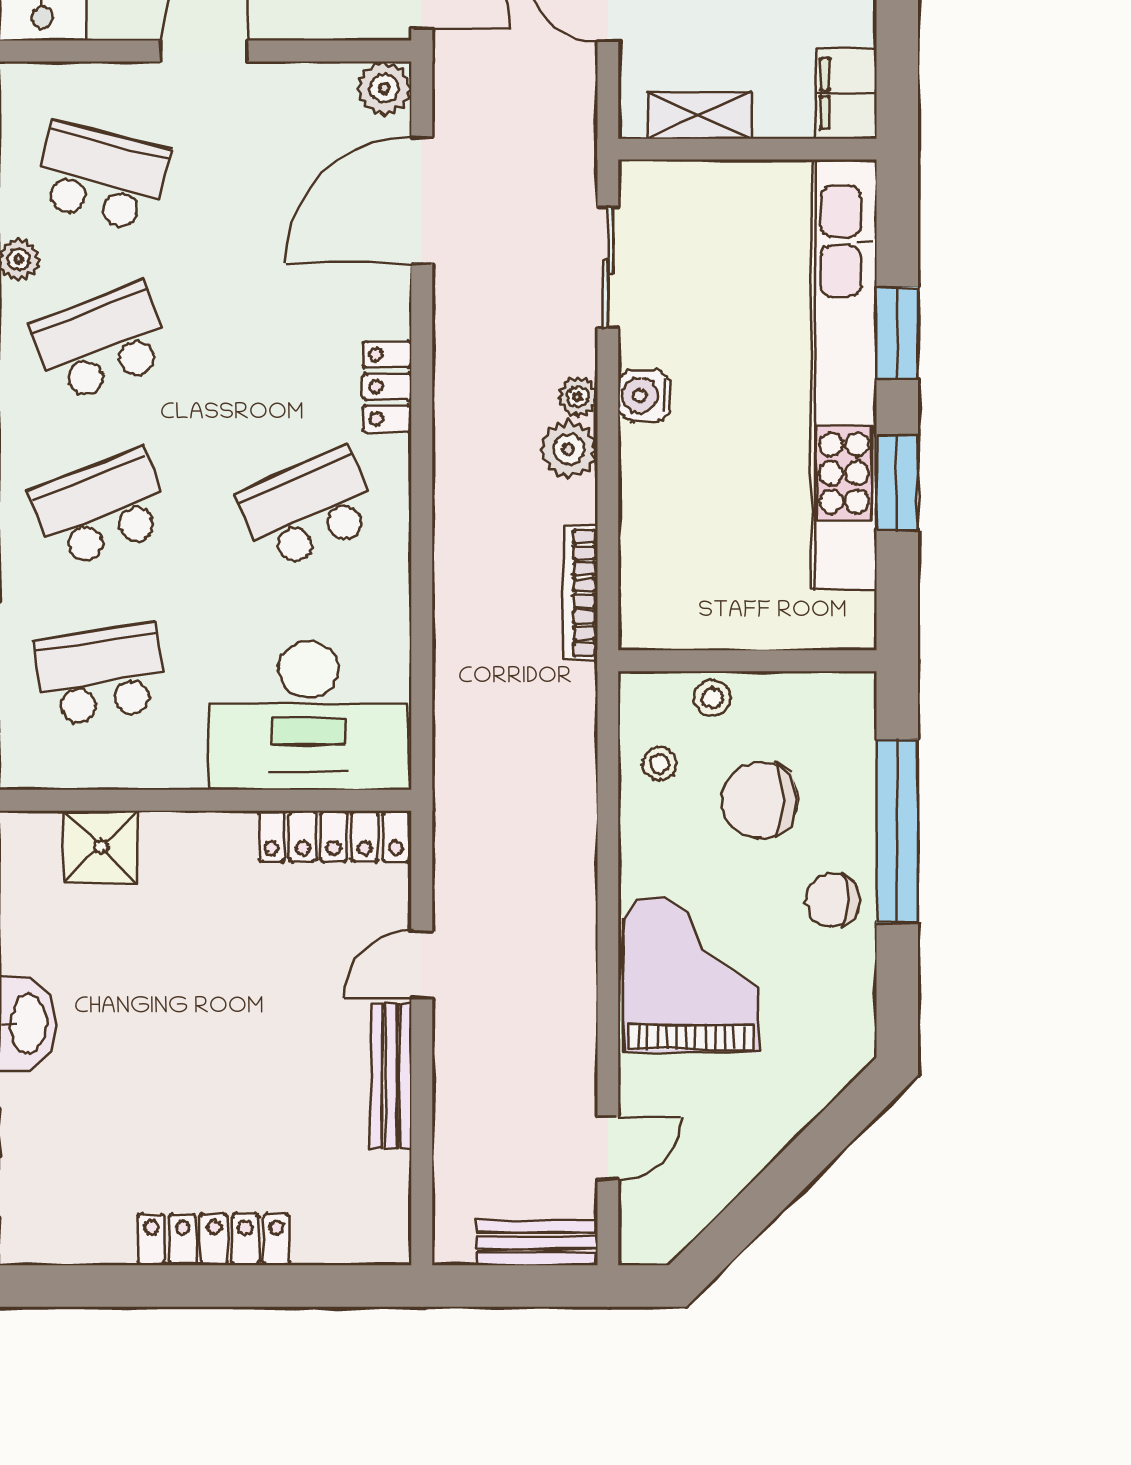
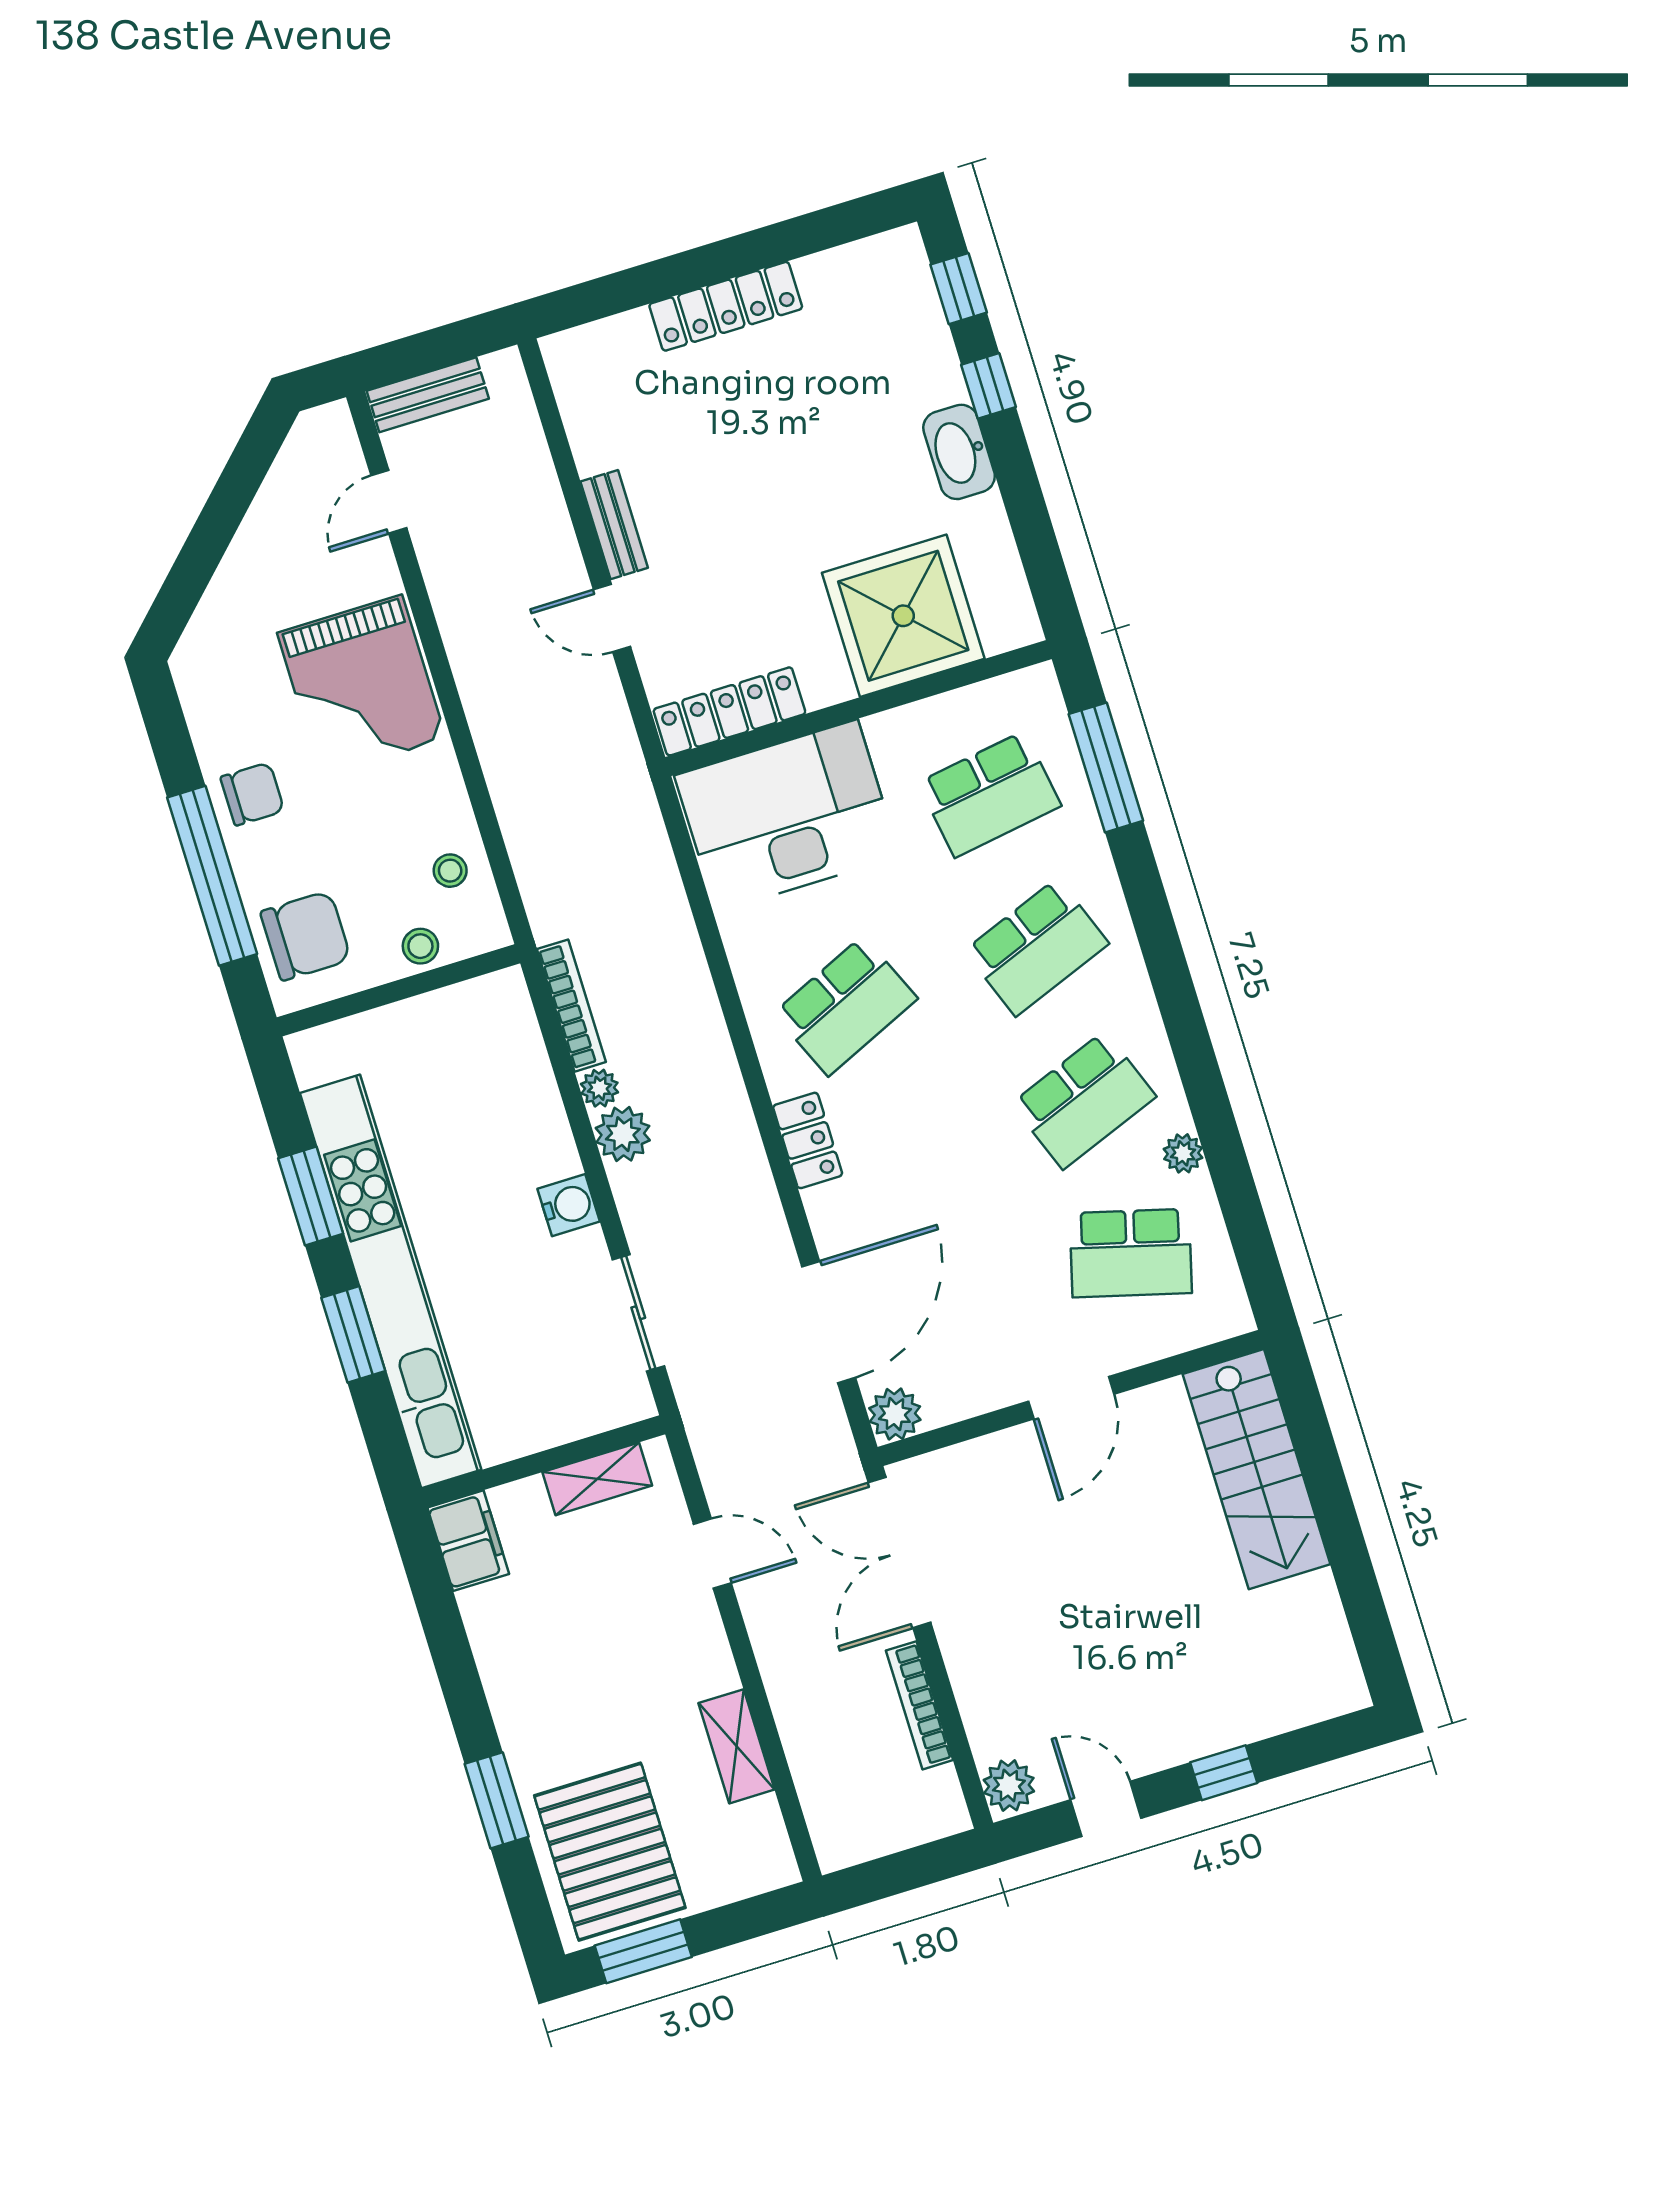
plant: (578, 397) -> (599, 1088), moved
chair: (760, 800) -> (306, 936), moved
shower: (101, 847) -> (903, 616), width x1.86, depth x1.86
door: (422, 965) -> (612, 618), swing flipped
bench: (391, 1076) -> (614, 525), width x0.73

